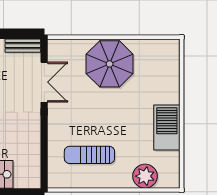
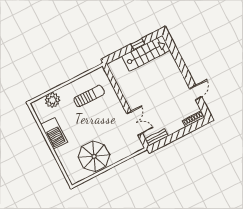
parasol: (110, 64) -> (94, 156), moved
double door: (44, 82) -> (135, 123), swing flipped

